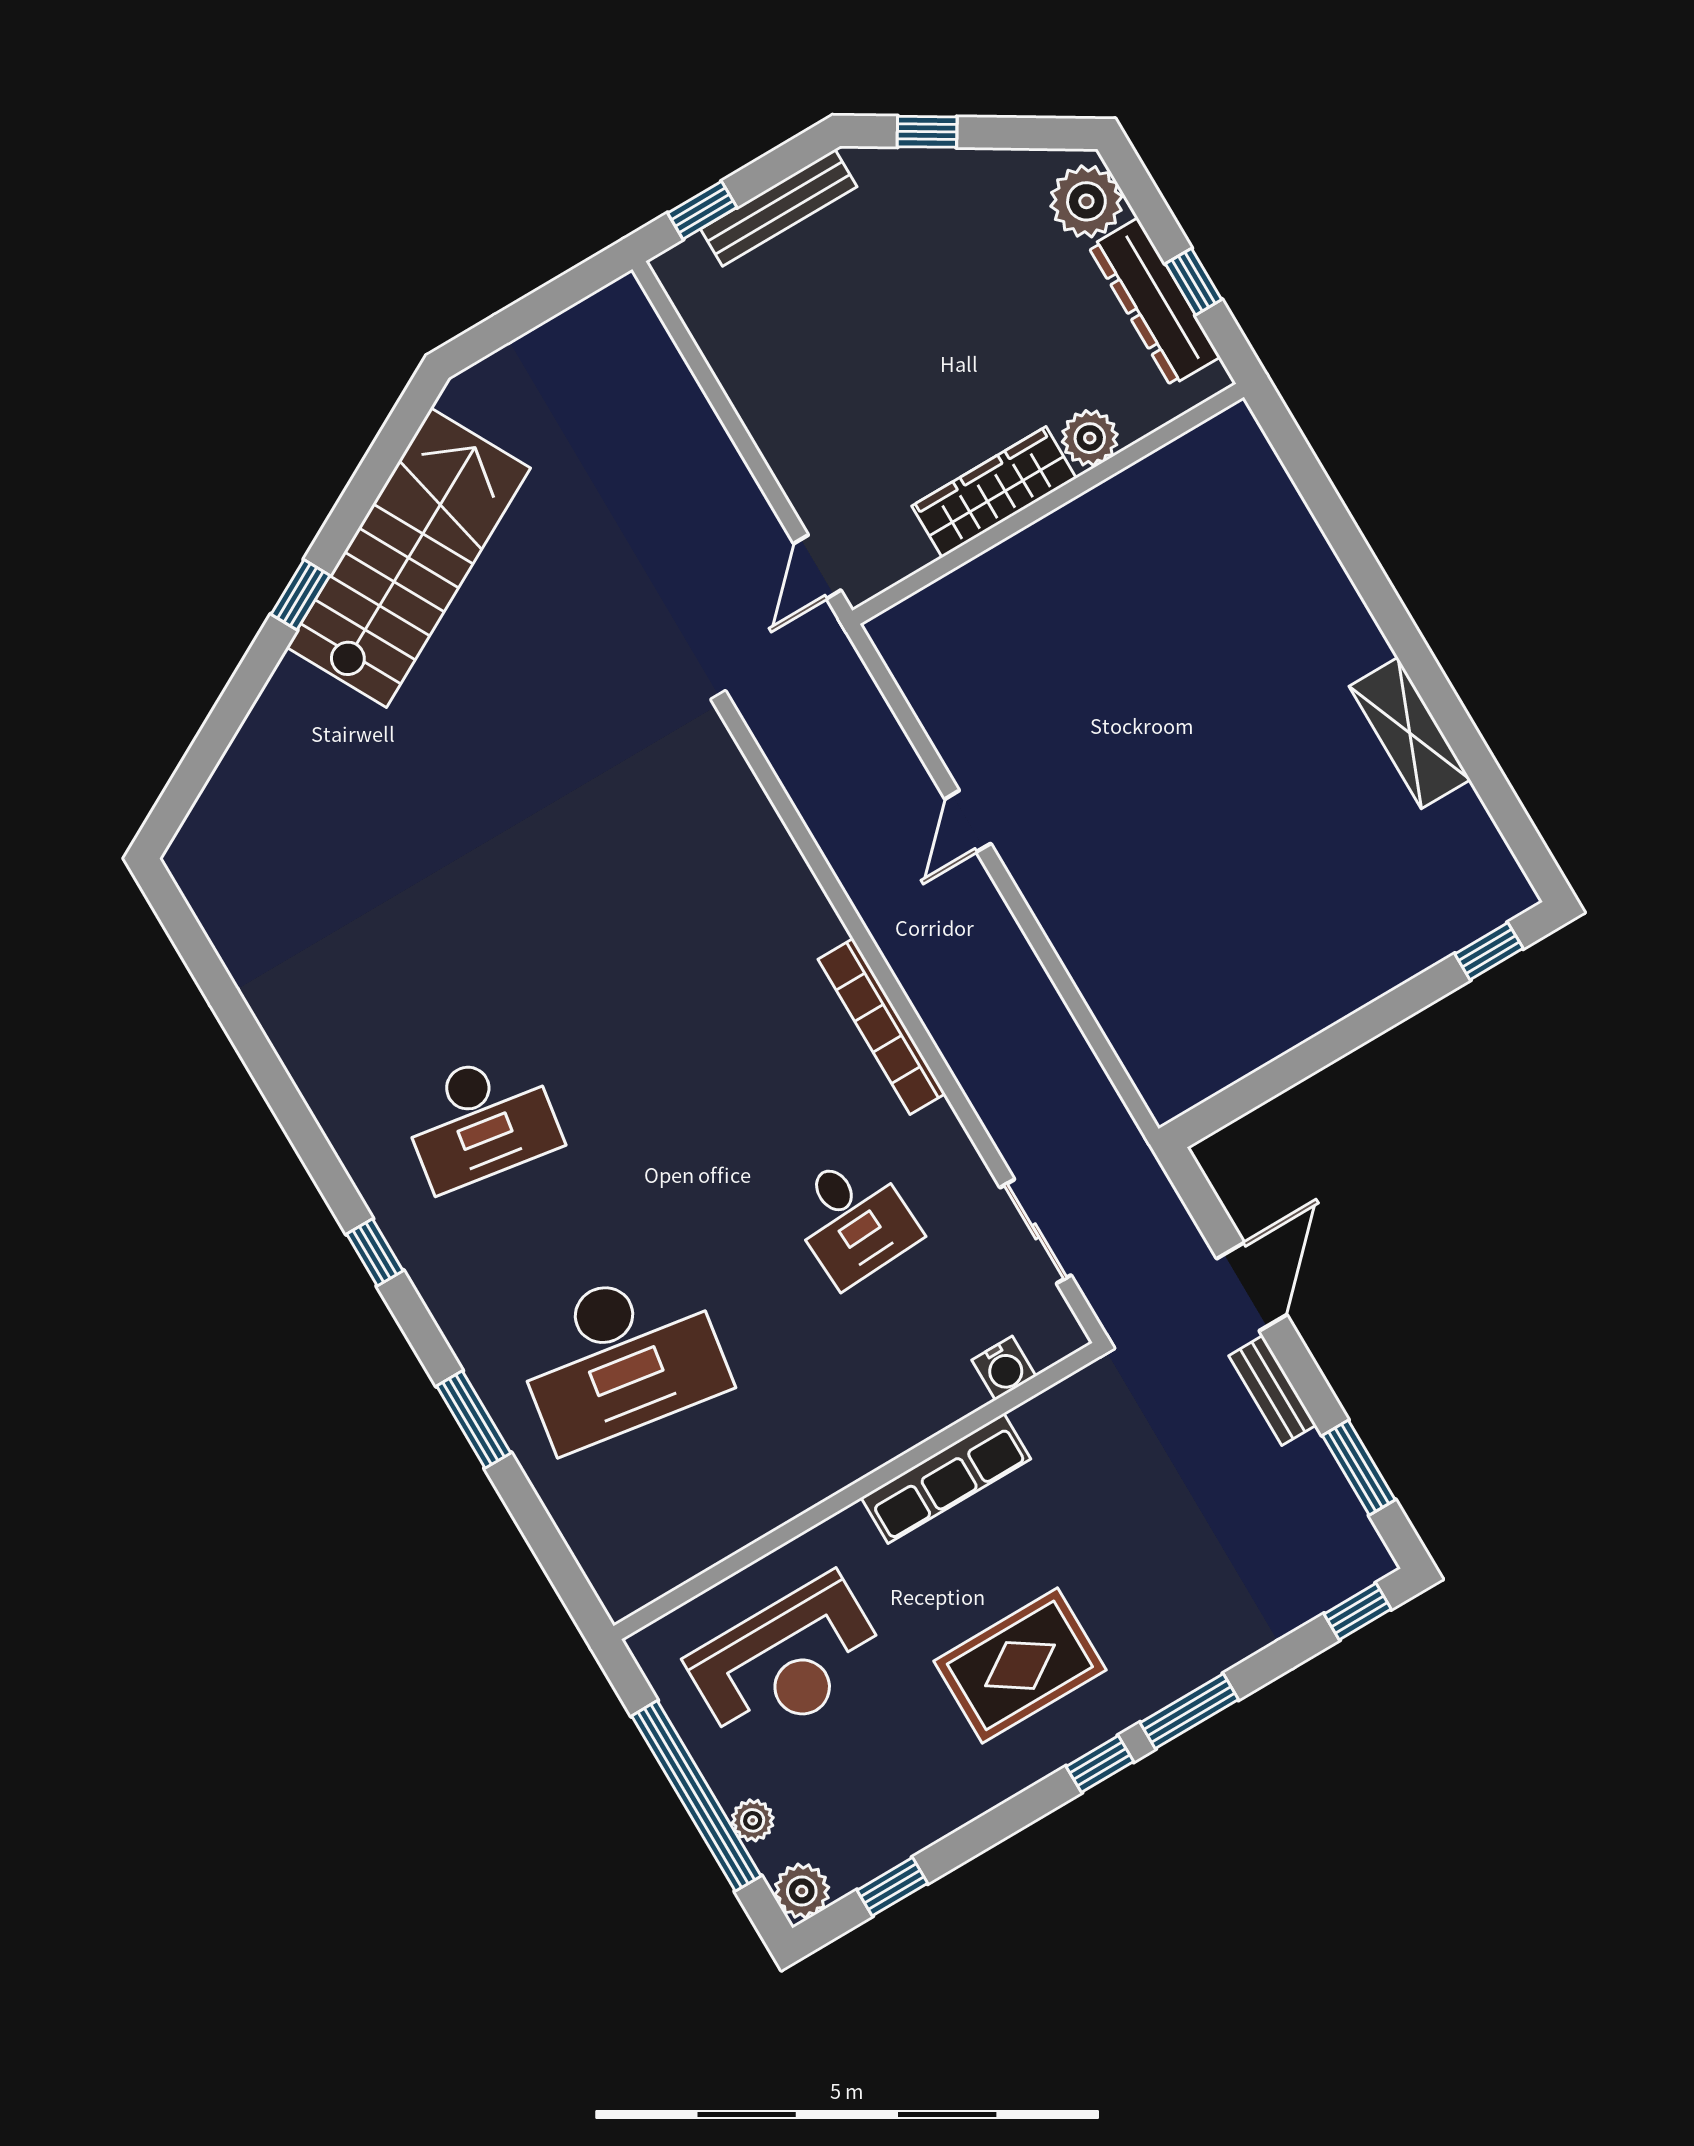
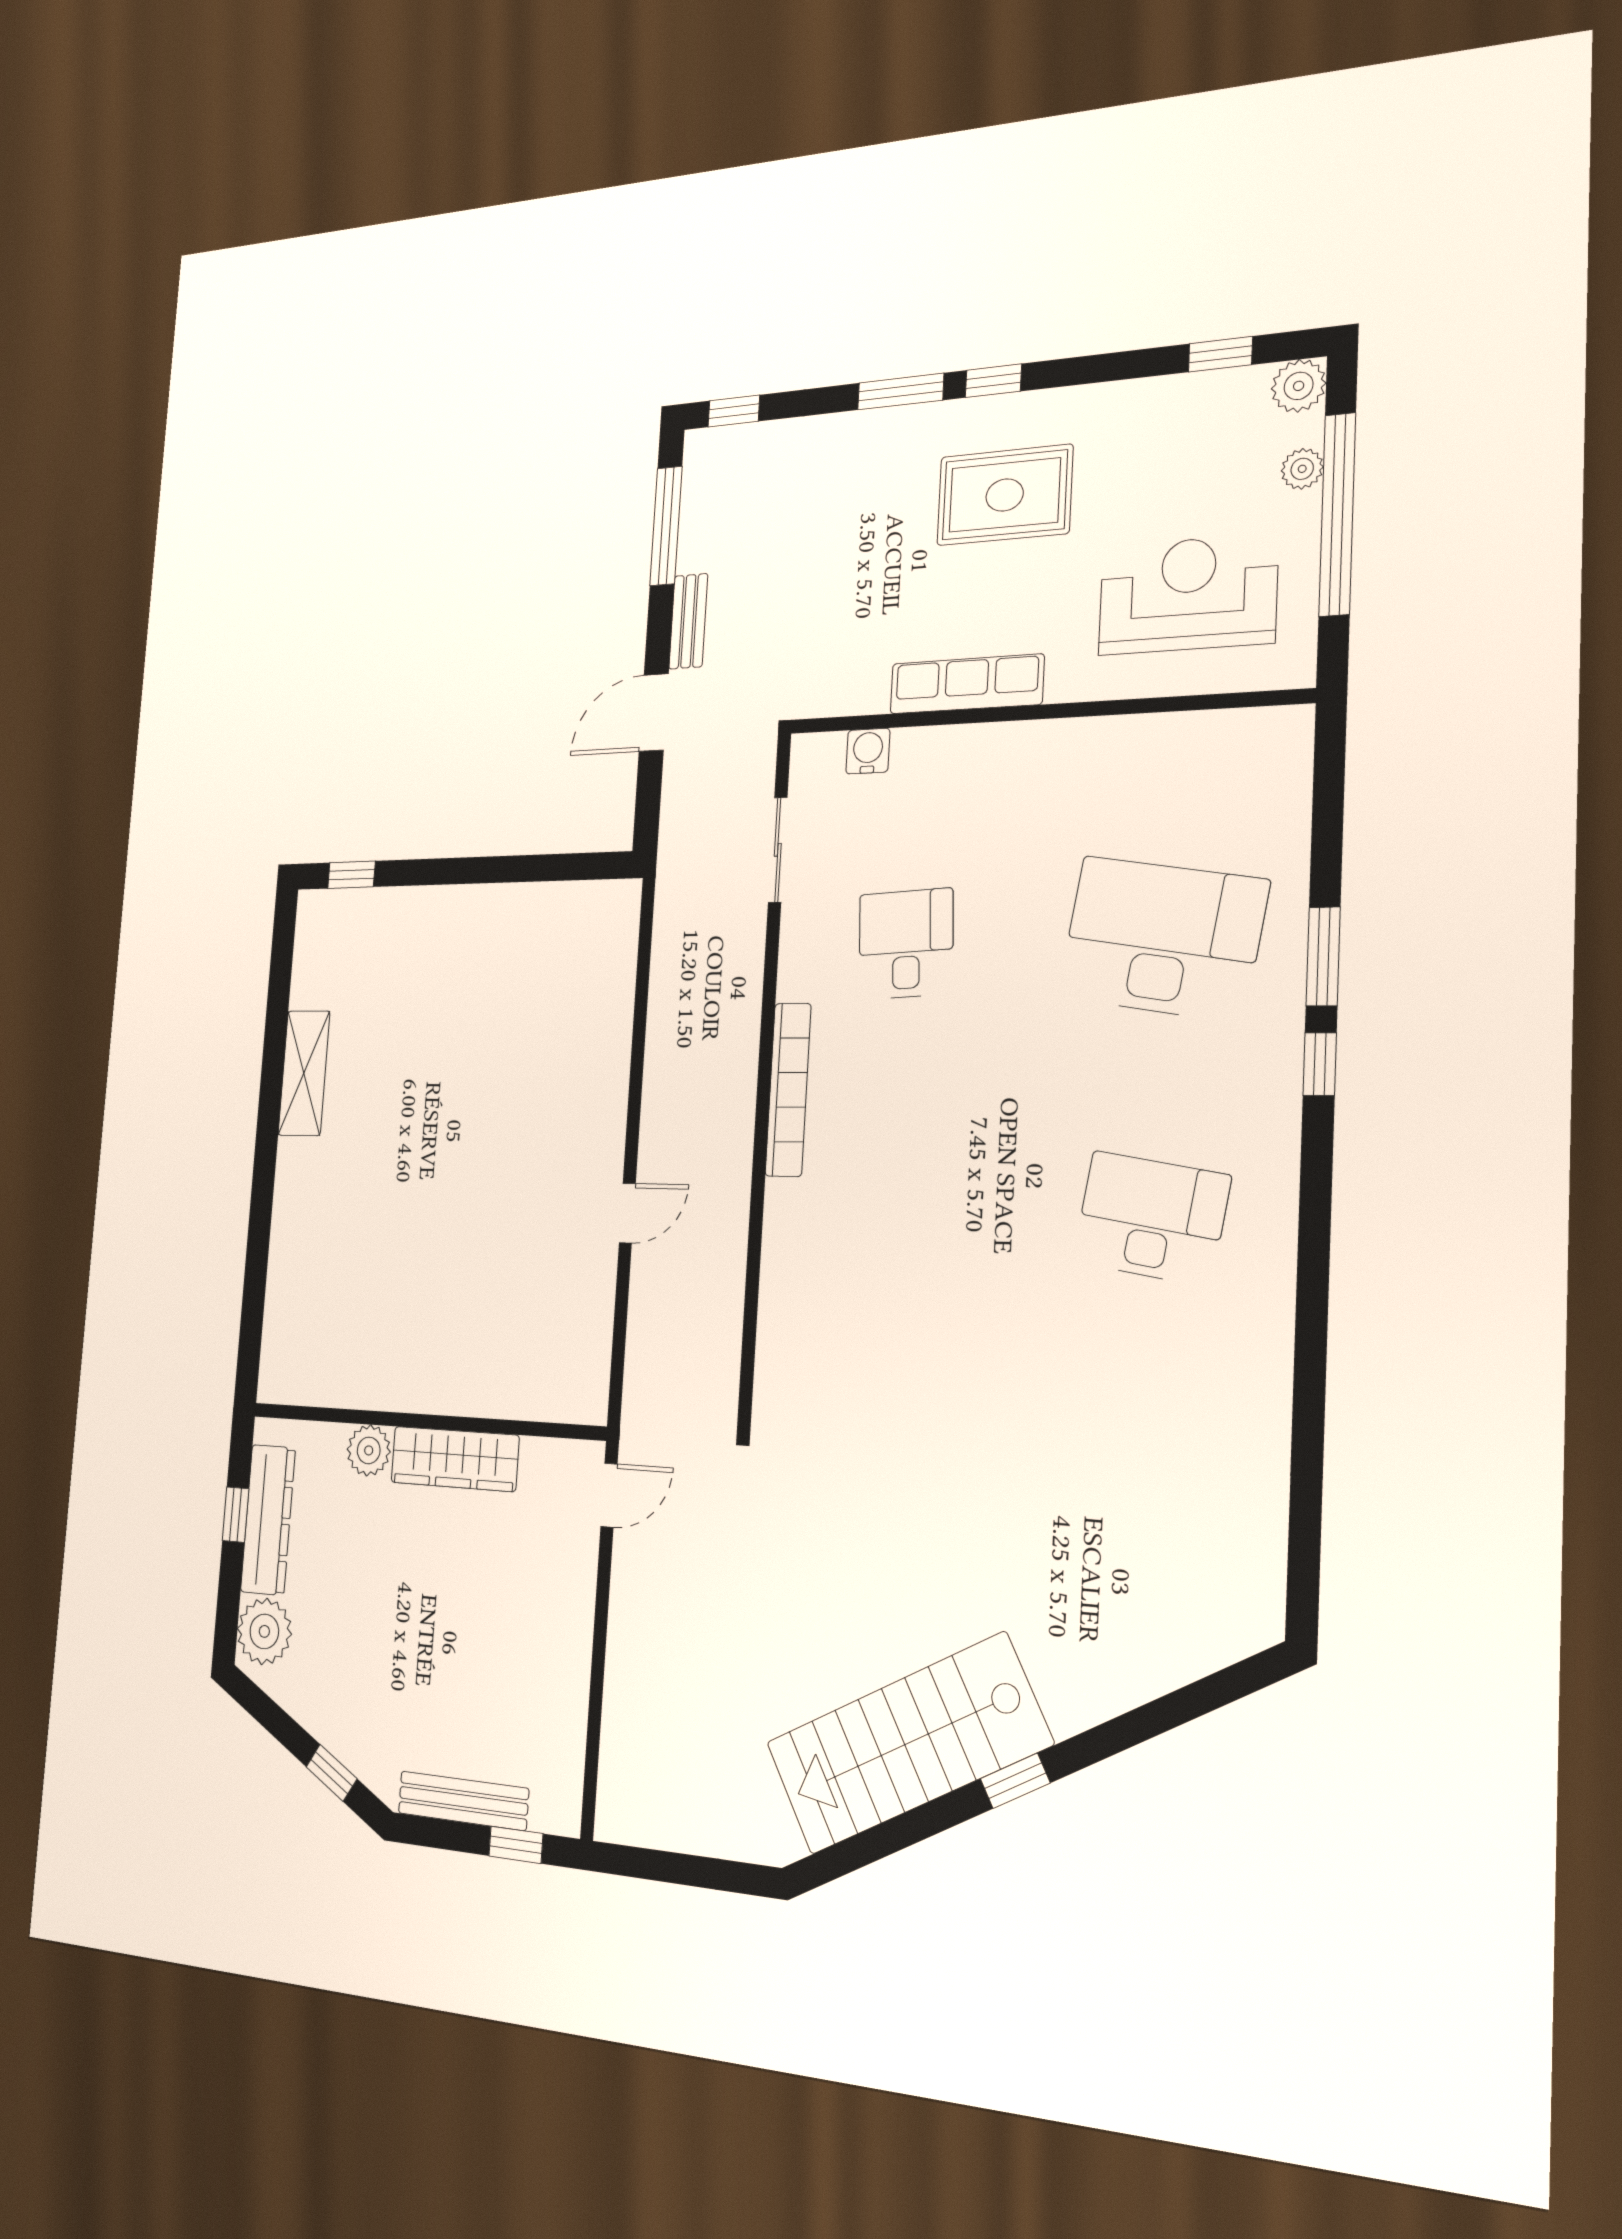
window: (375, 1252) -> (1320, 1064), moved
window: (1359, 1468) -> (666, 526), width x1.44

